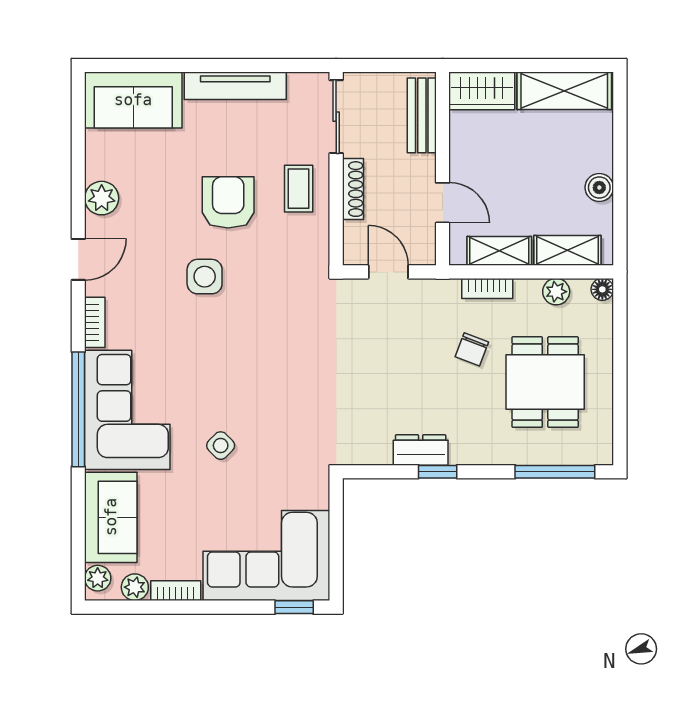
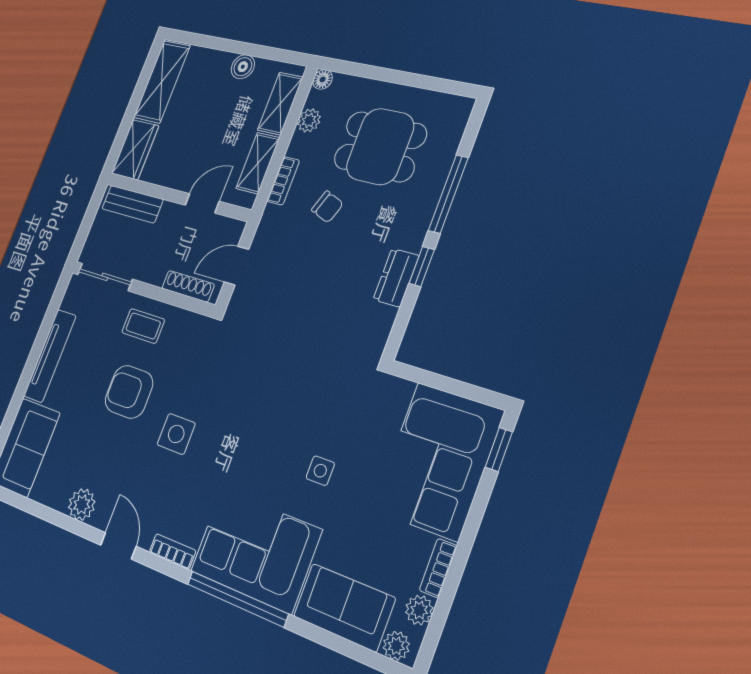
shoe rack: (353, 189) -> (188, 286), moved
side table: (221, 446) -> (320, 471), turned 45
window: (555, 472) -> (448, 194), moved

